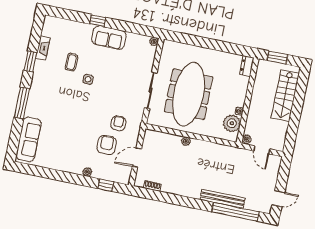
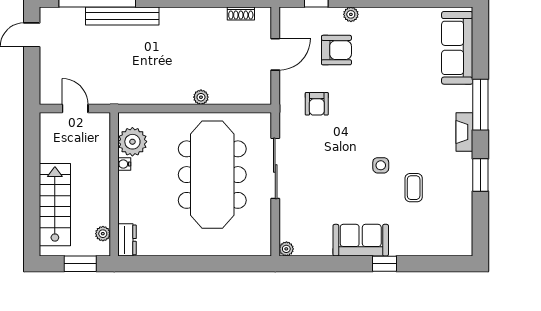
fireplace: (43, 48) -> (464, 132), moved
plant: (247, 139) -> (103, 234), moved
armchair: (107, 145) -> (336, 50), moved, turned -90

